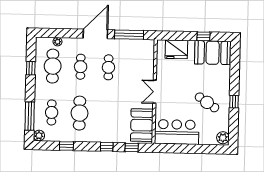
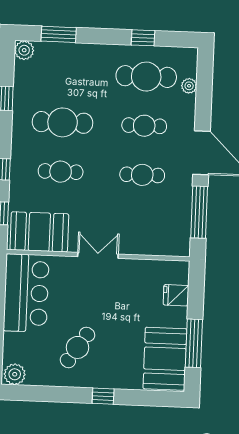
window: (204, 36) -> (194, 343), width x2.17
fridge: (176, 49) -> (176, 295), width x0.53, depth x0.75
window: (234, 102) -> (103, 396), moved
cafe table: (52, 112) -> (61, 172), moved
window: (30, 116) -> (59, 34), width x0.69

